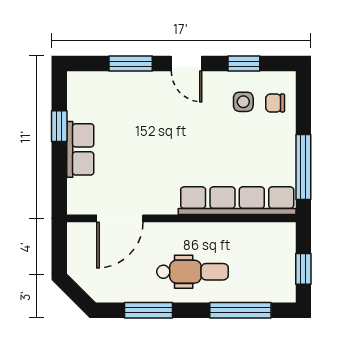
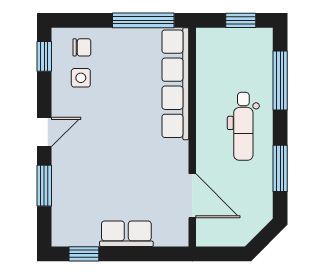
window: (244, 64) -> (44, 56), moved
chair: (275, 103) -> (82, 47), turned -90
window: (59, 126) -> (84, 254), moved
dental chair: (193, 272) -> (243, 126), turned 180

